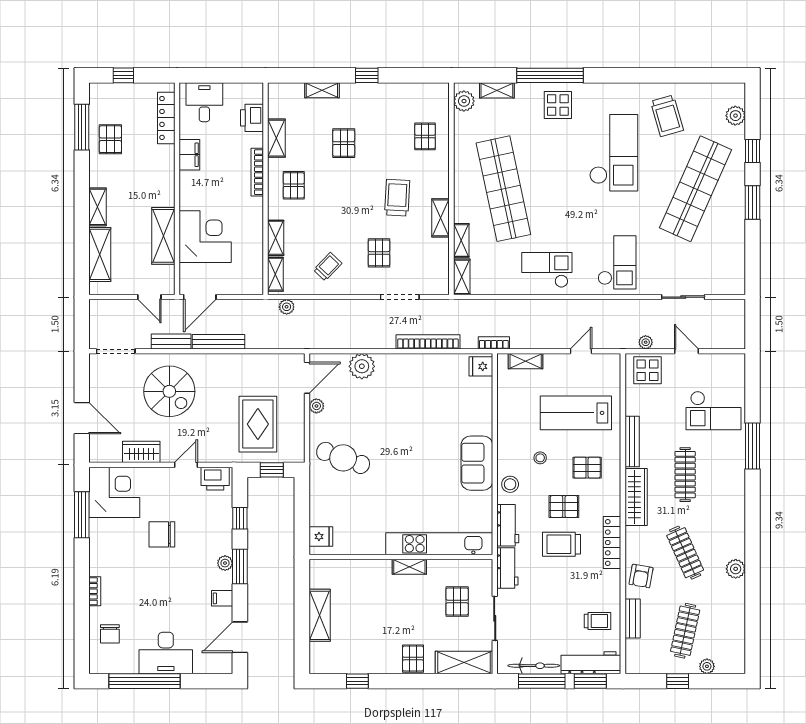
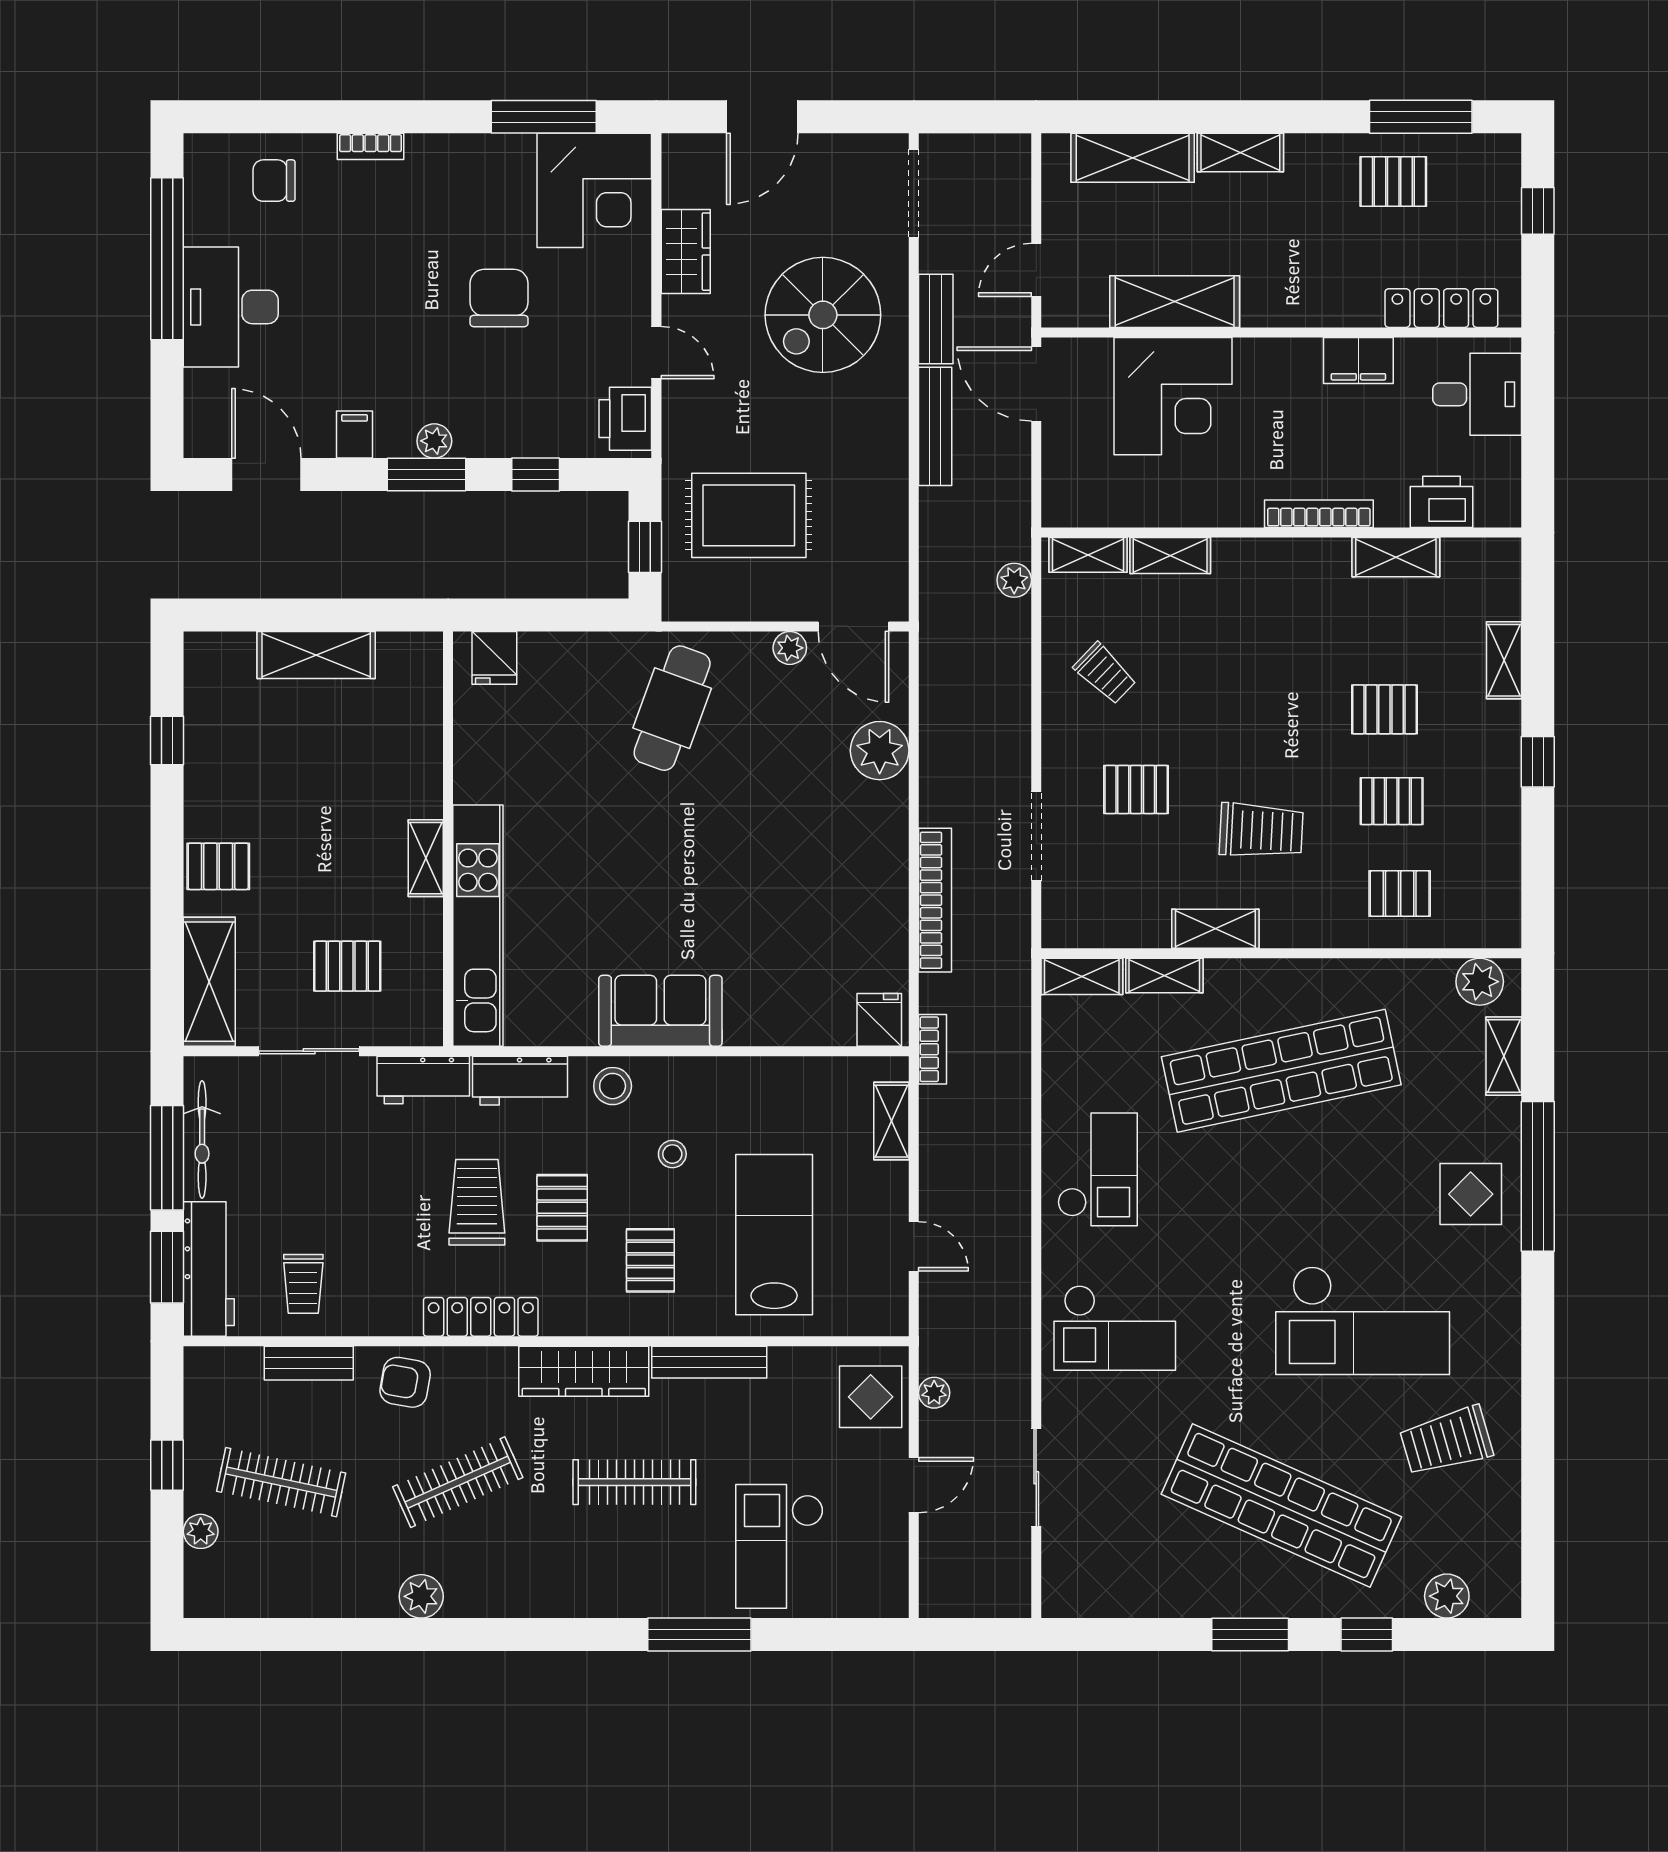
pallet: (294, 185) -> (1392, 801), moved

